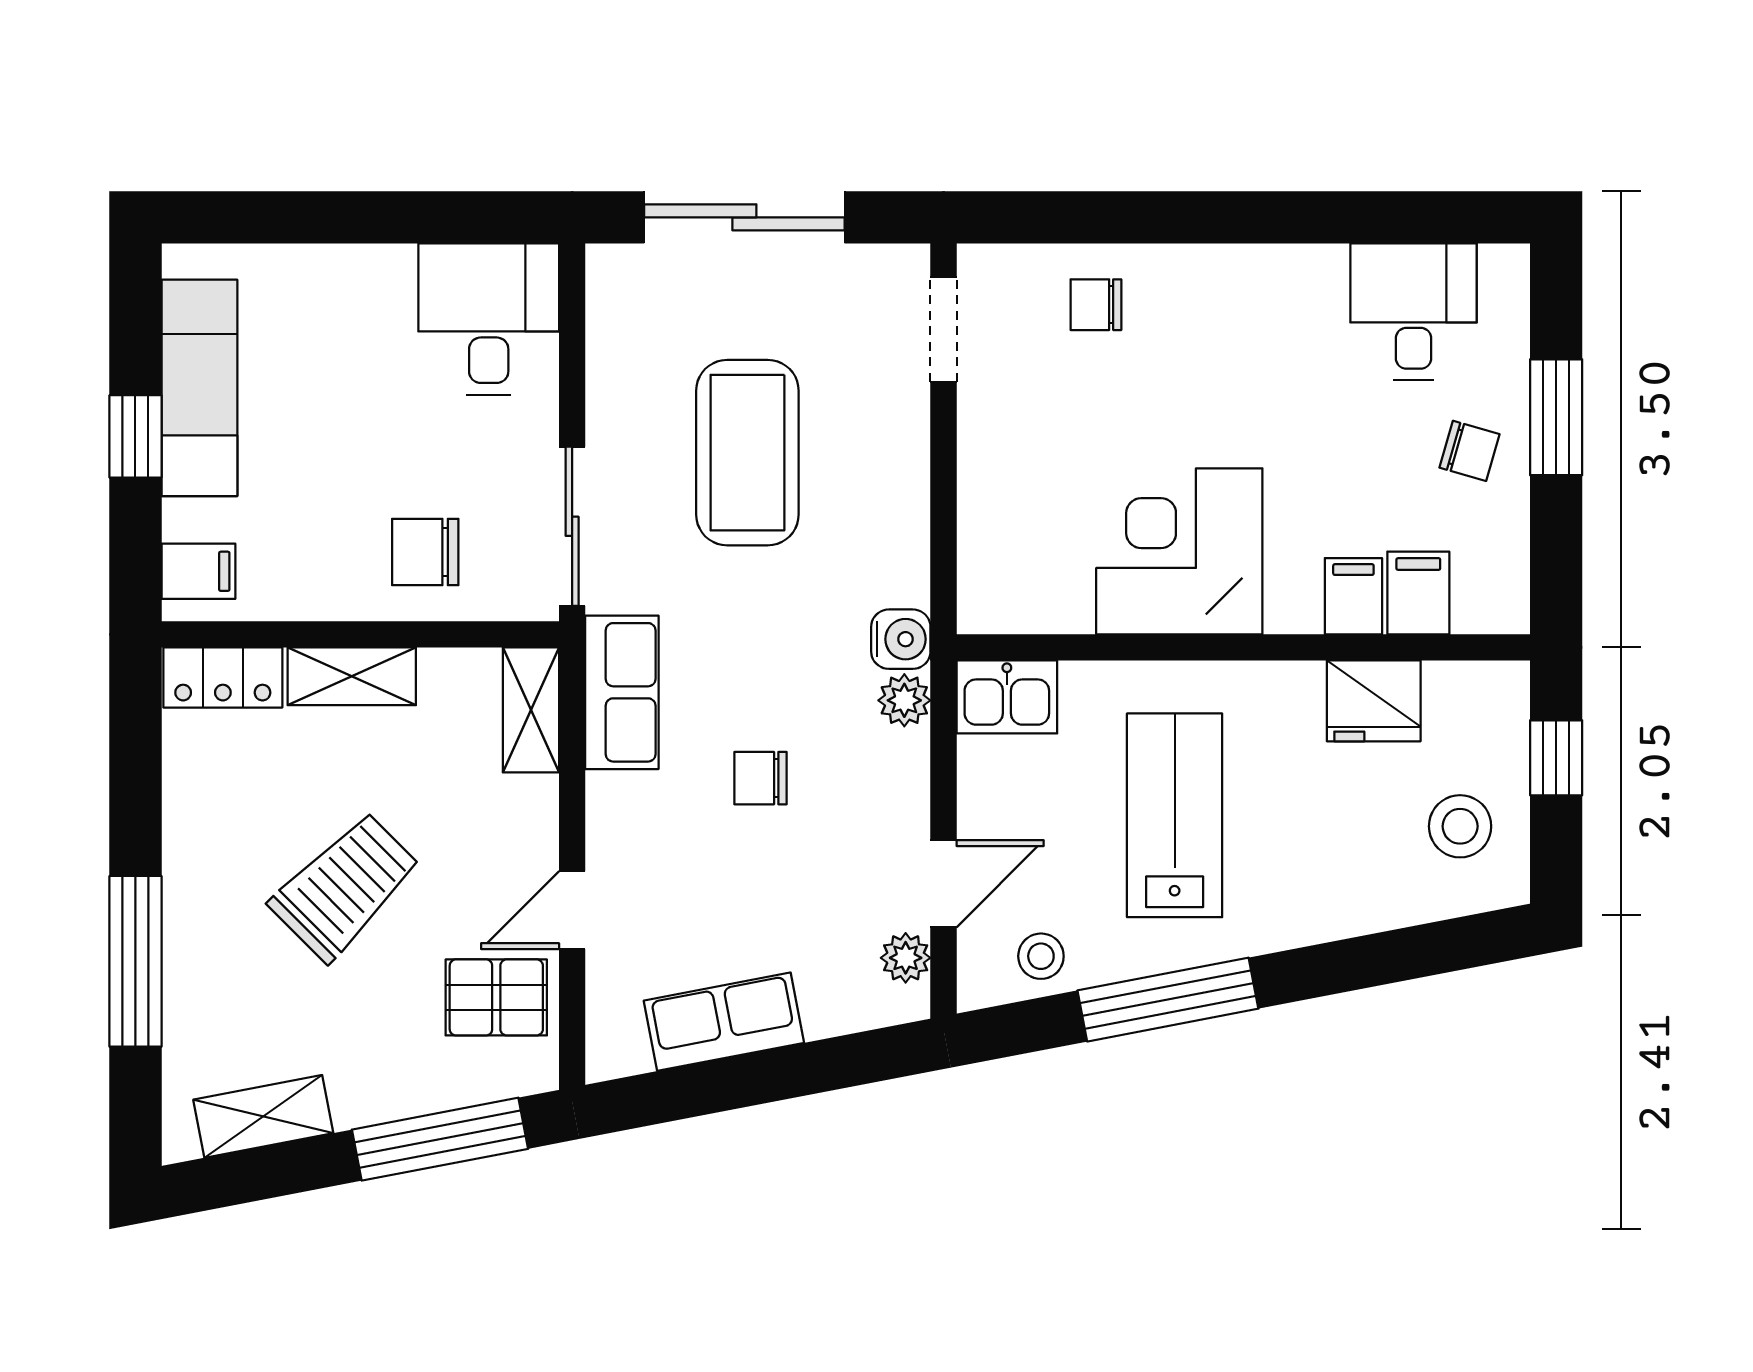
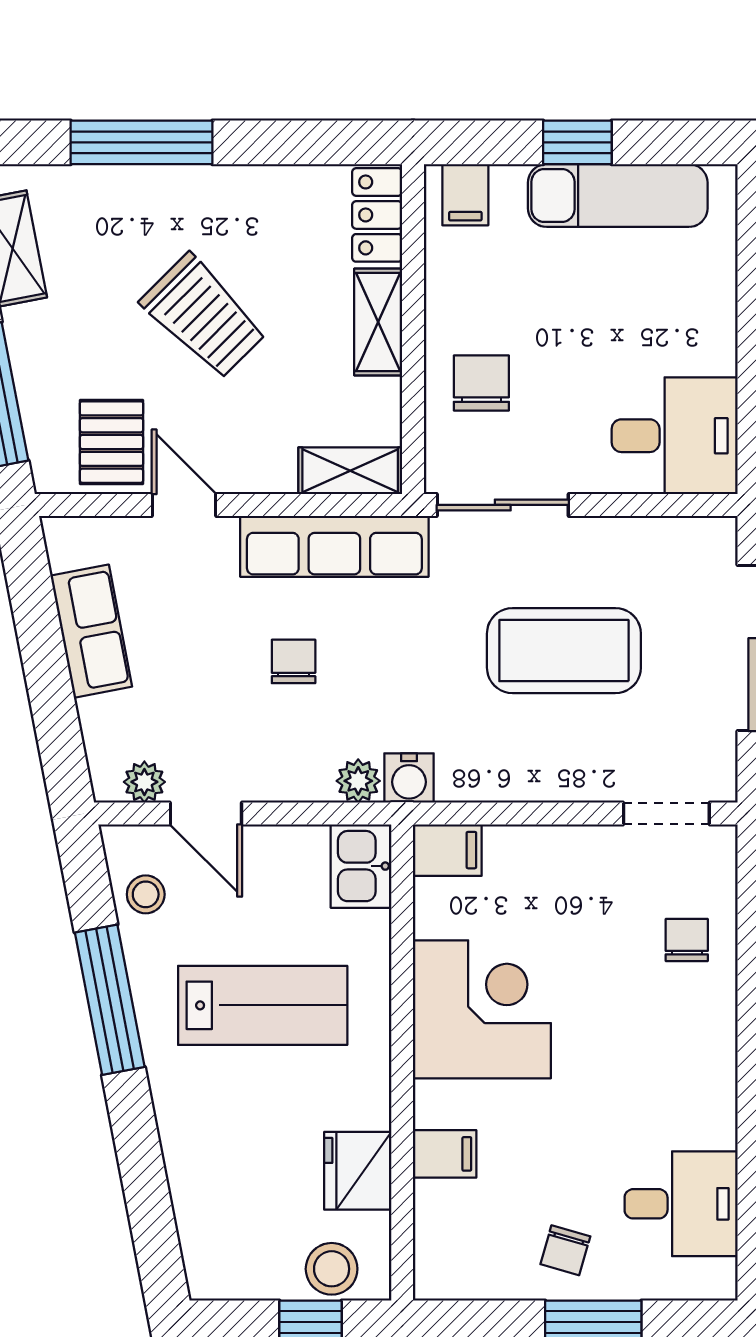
filing cabinet: (1418, 593) -> (447, 850), moved
row of seats: (622, 692) -> (334, 546), width x1.48
stool: (1460, 826) -> (332, 1269), moved

